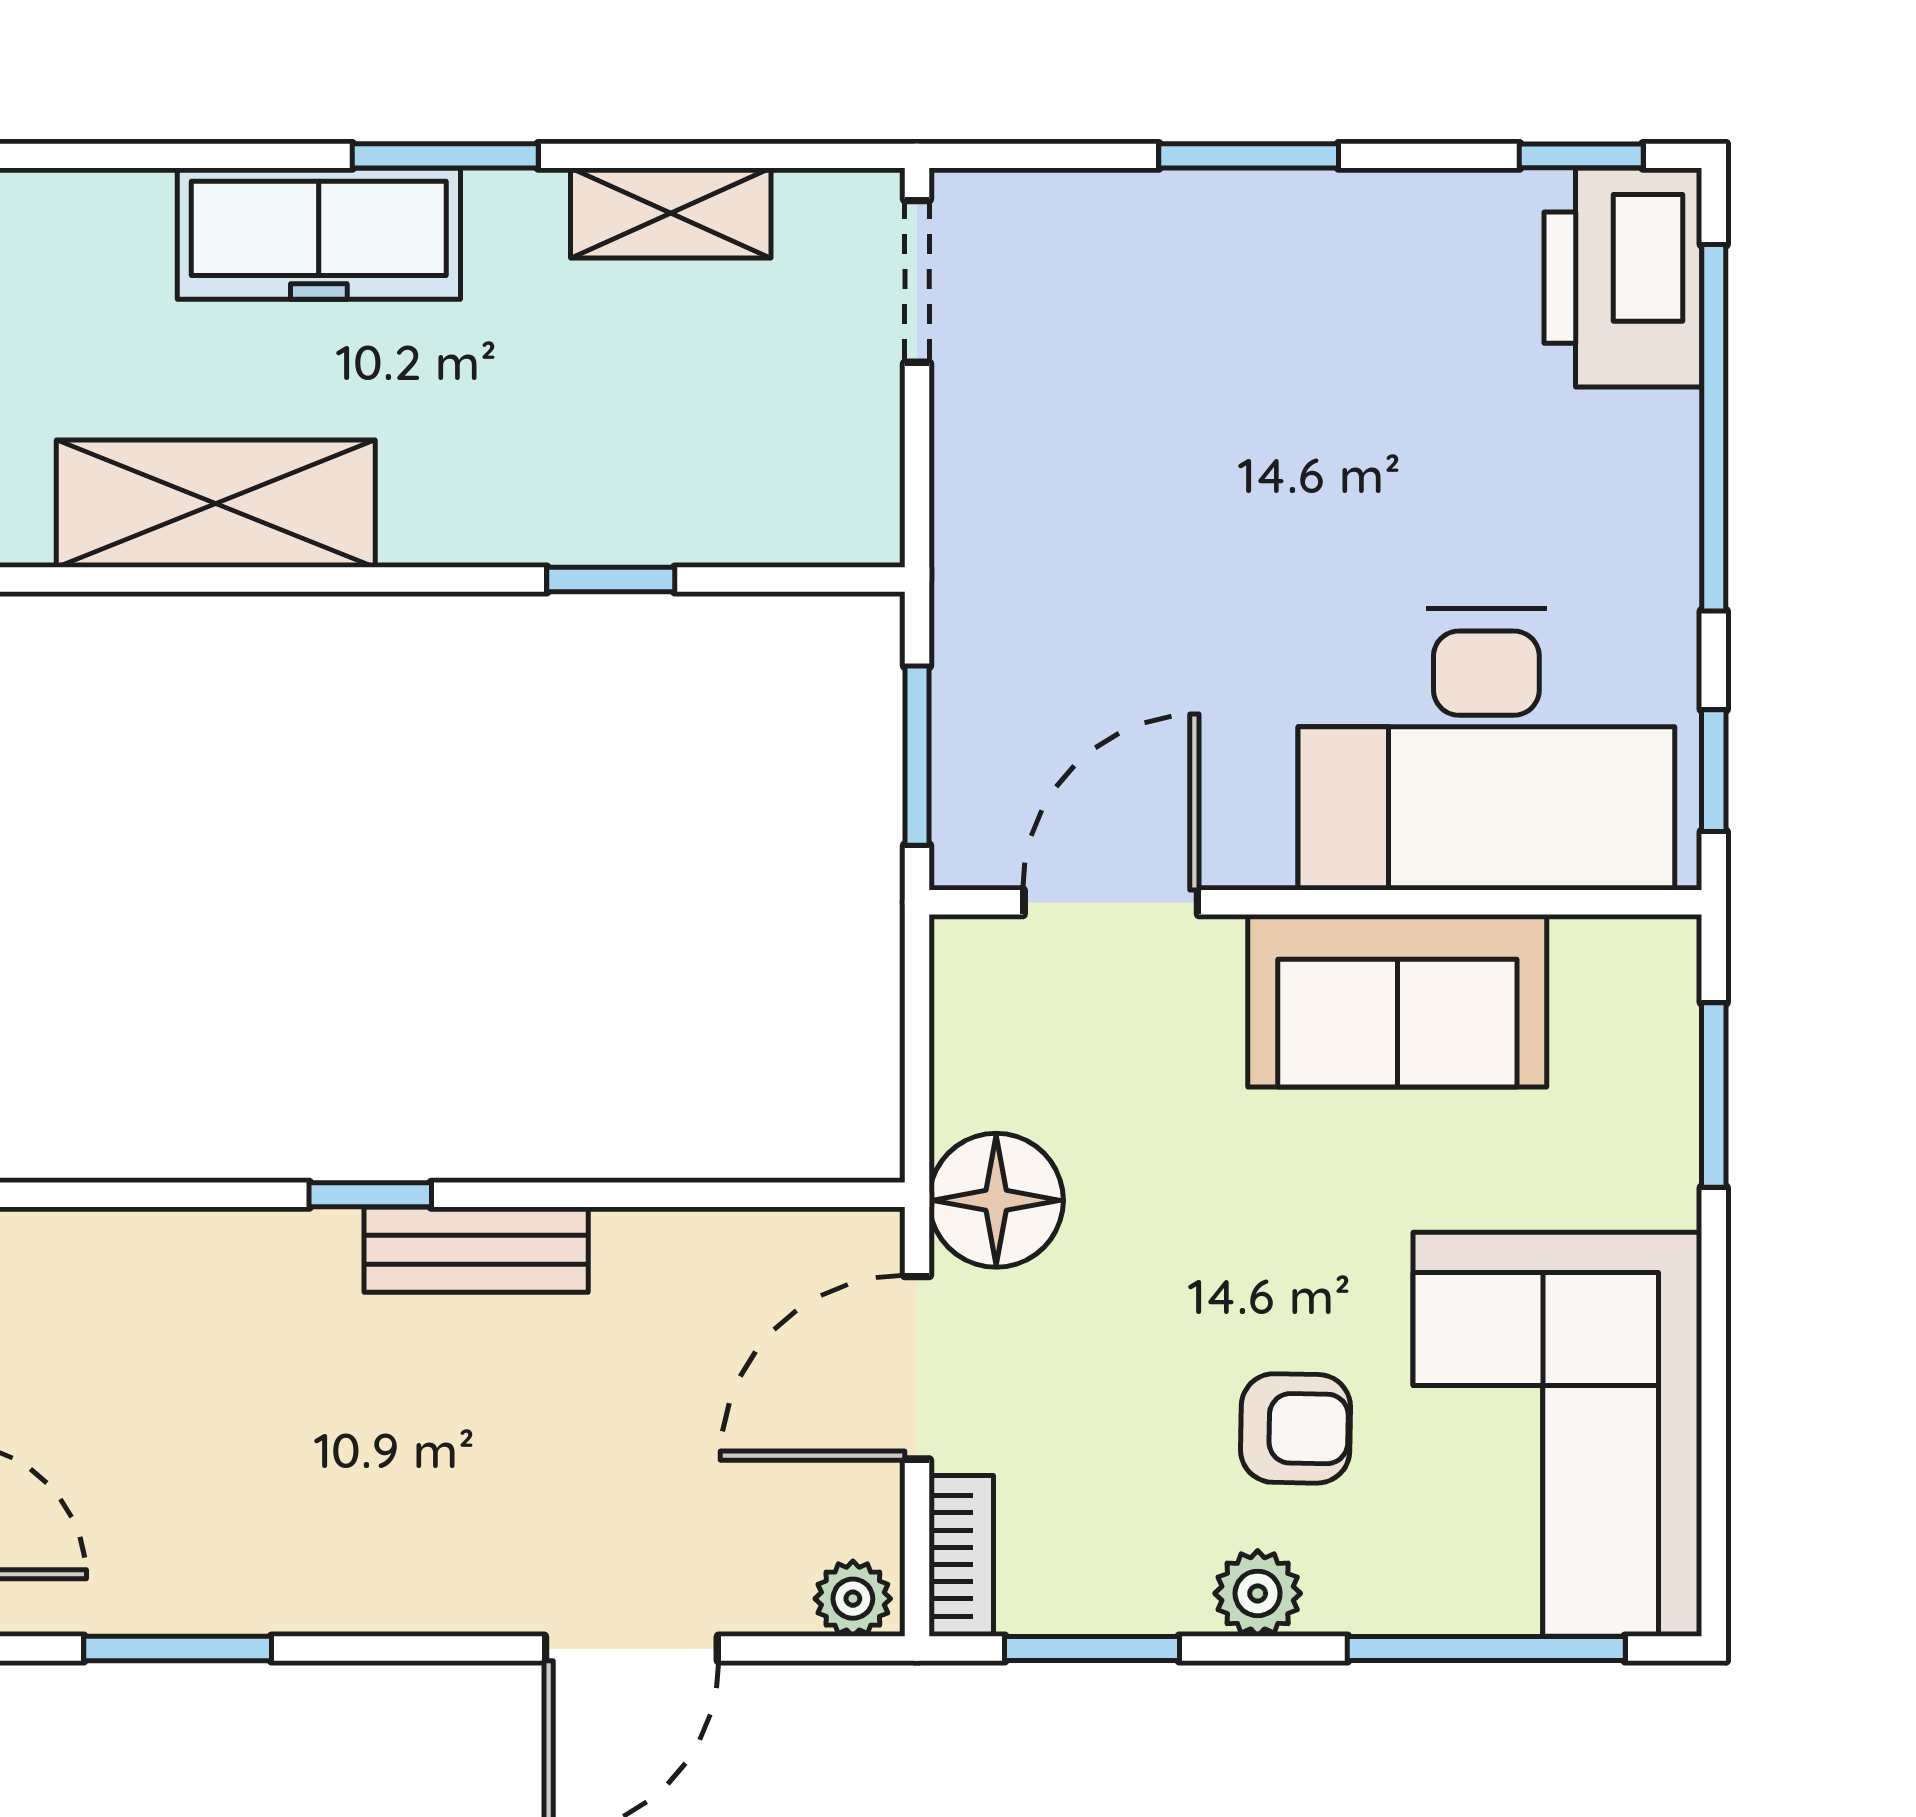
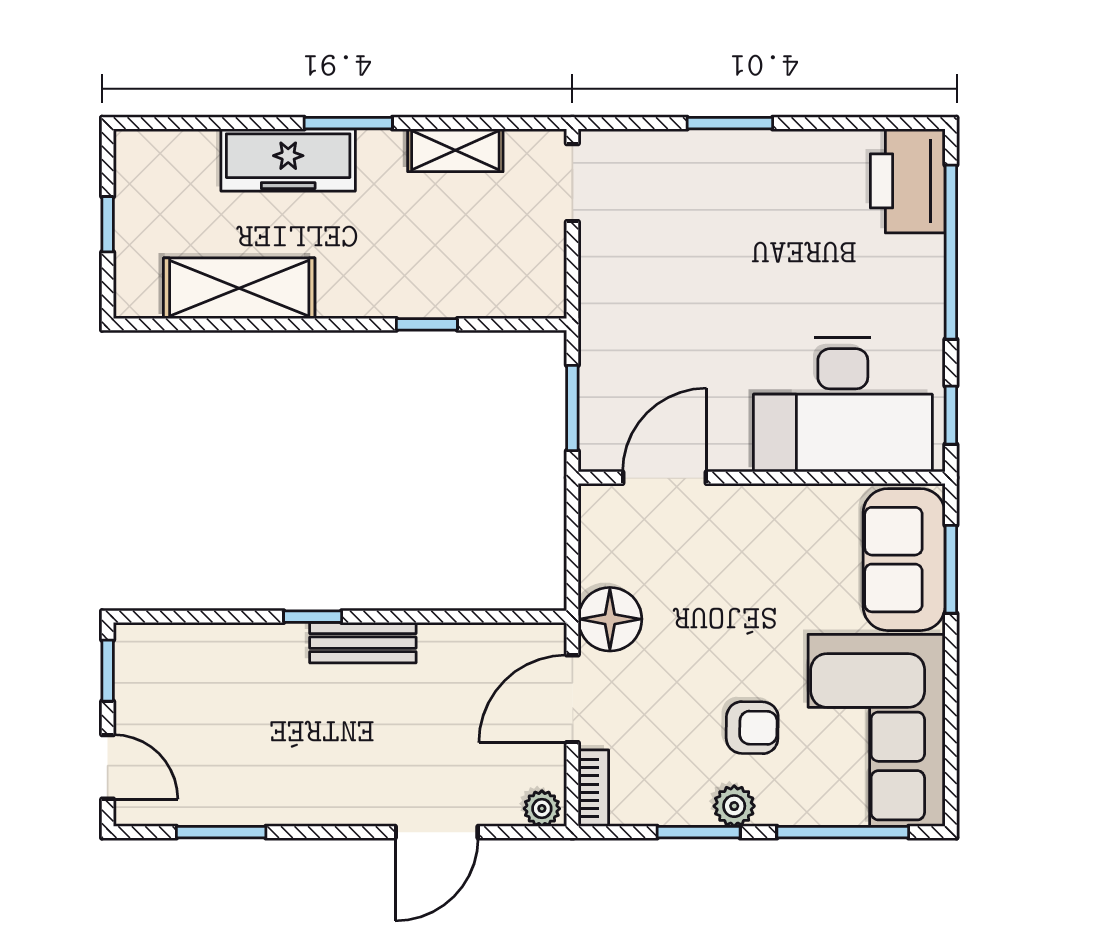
window: (1581, 156) -> (888, 123), removed
sofa: (1397, 1001) -> (904, 560), moved, turned 90
window: (1092, 1649) -> (699, 832), moved

